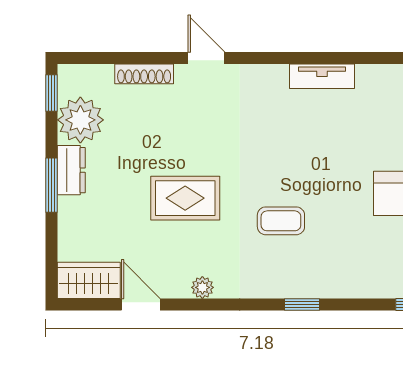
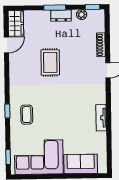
plant: (80, 120) -> (82, 15), width x0.53, depth x0.53
coffee table: (281, 221) -> (27, 115), moved
plant: (202, 287) -> (14, 70), removed

